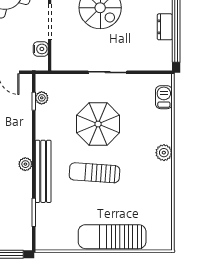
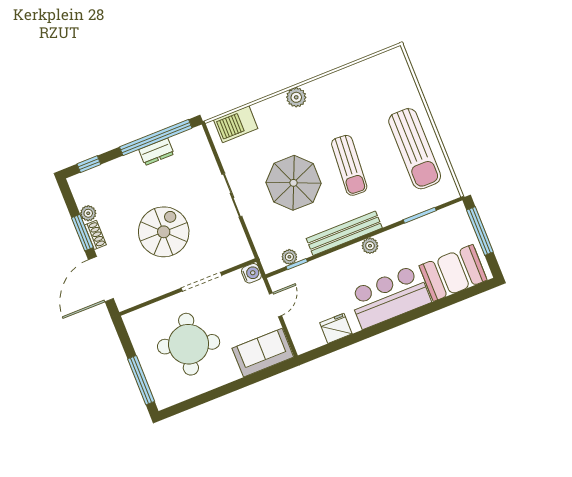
water cooler: (41, 49) -> (251, 273), moved, turned 90
barbecue: (164, 97) -> (236, 124), width x1.38, depth x1.27
bench: (43, 171) -> (344, 233), moved
sun lounger: (112, 237) -> (415, 149), moved

